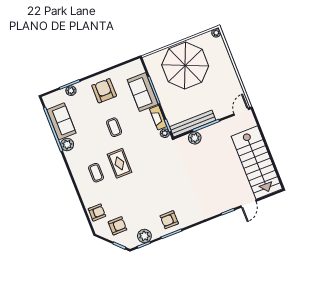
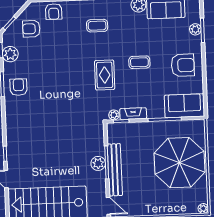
sofa: (143, 92) -> (184, 106), moved
bench: (193, 123) -> (115, 170), moved
plant: (195, 138) -> (98, 163), moved
rug: (119, 163) -> (105, 75), moved, turned 90
armchair: (117, 226) -> (31, 29), turned 90

